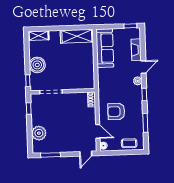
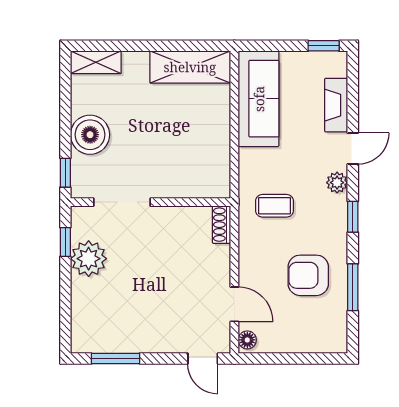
armchair: (116, 111) -> (308, 275), moved
plant: (39, 133) -> (89, 259), moved
coffee table: (129, 143) -> (275, 206), moved
door: (86, 154) -> (203, 358), hinge flipped

